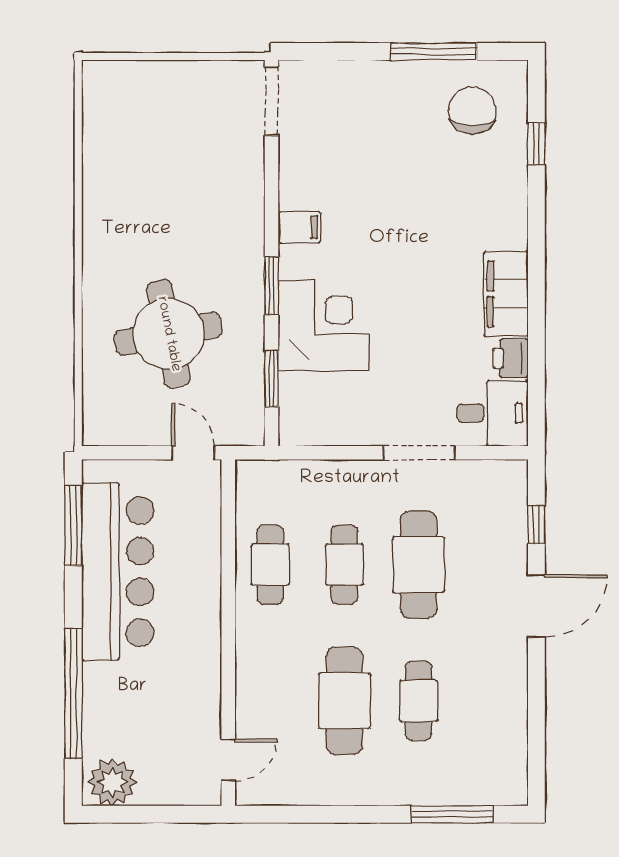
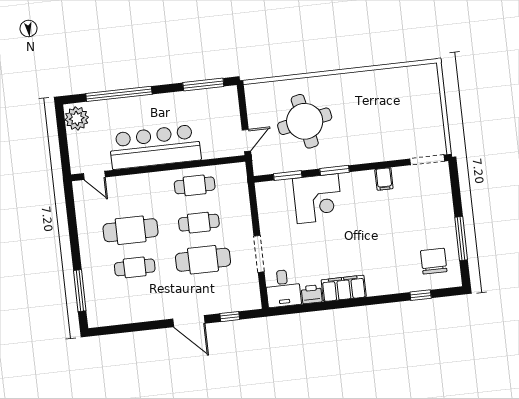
chair: (472, 110) -> (434, 261), turned -90
filing cabinet: (299, 227) -> (384, 179), moved
bar counter: (118, 572) -> (155, 147), moved, turned 180

